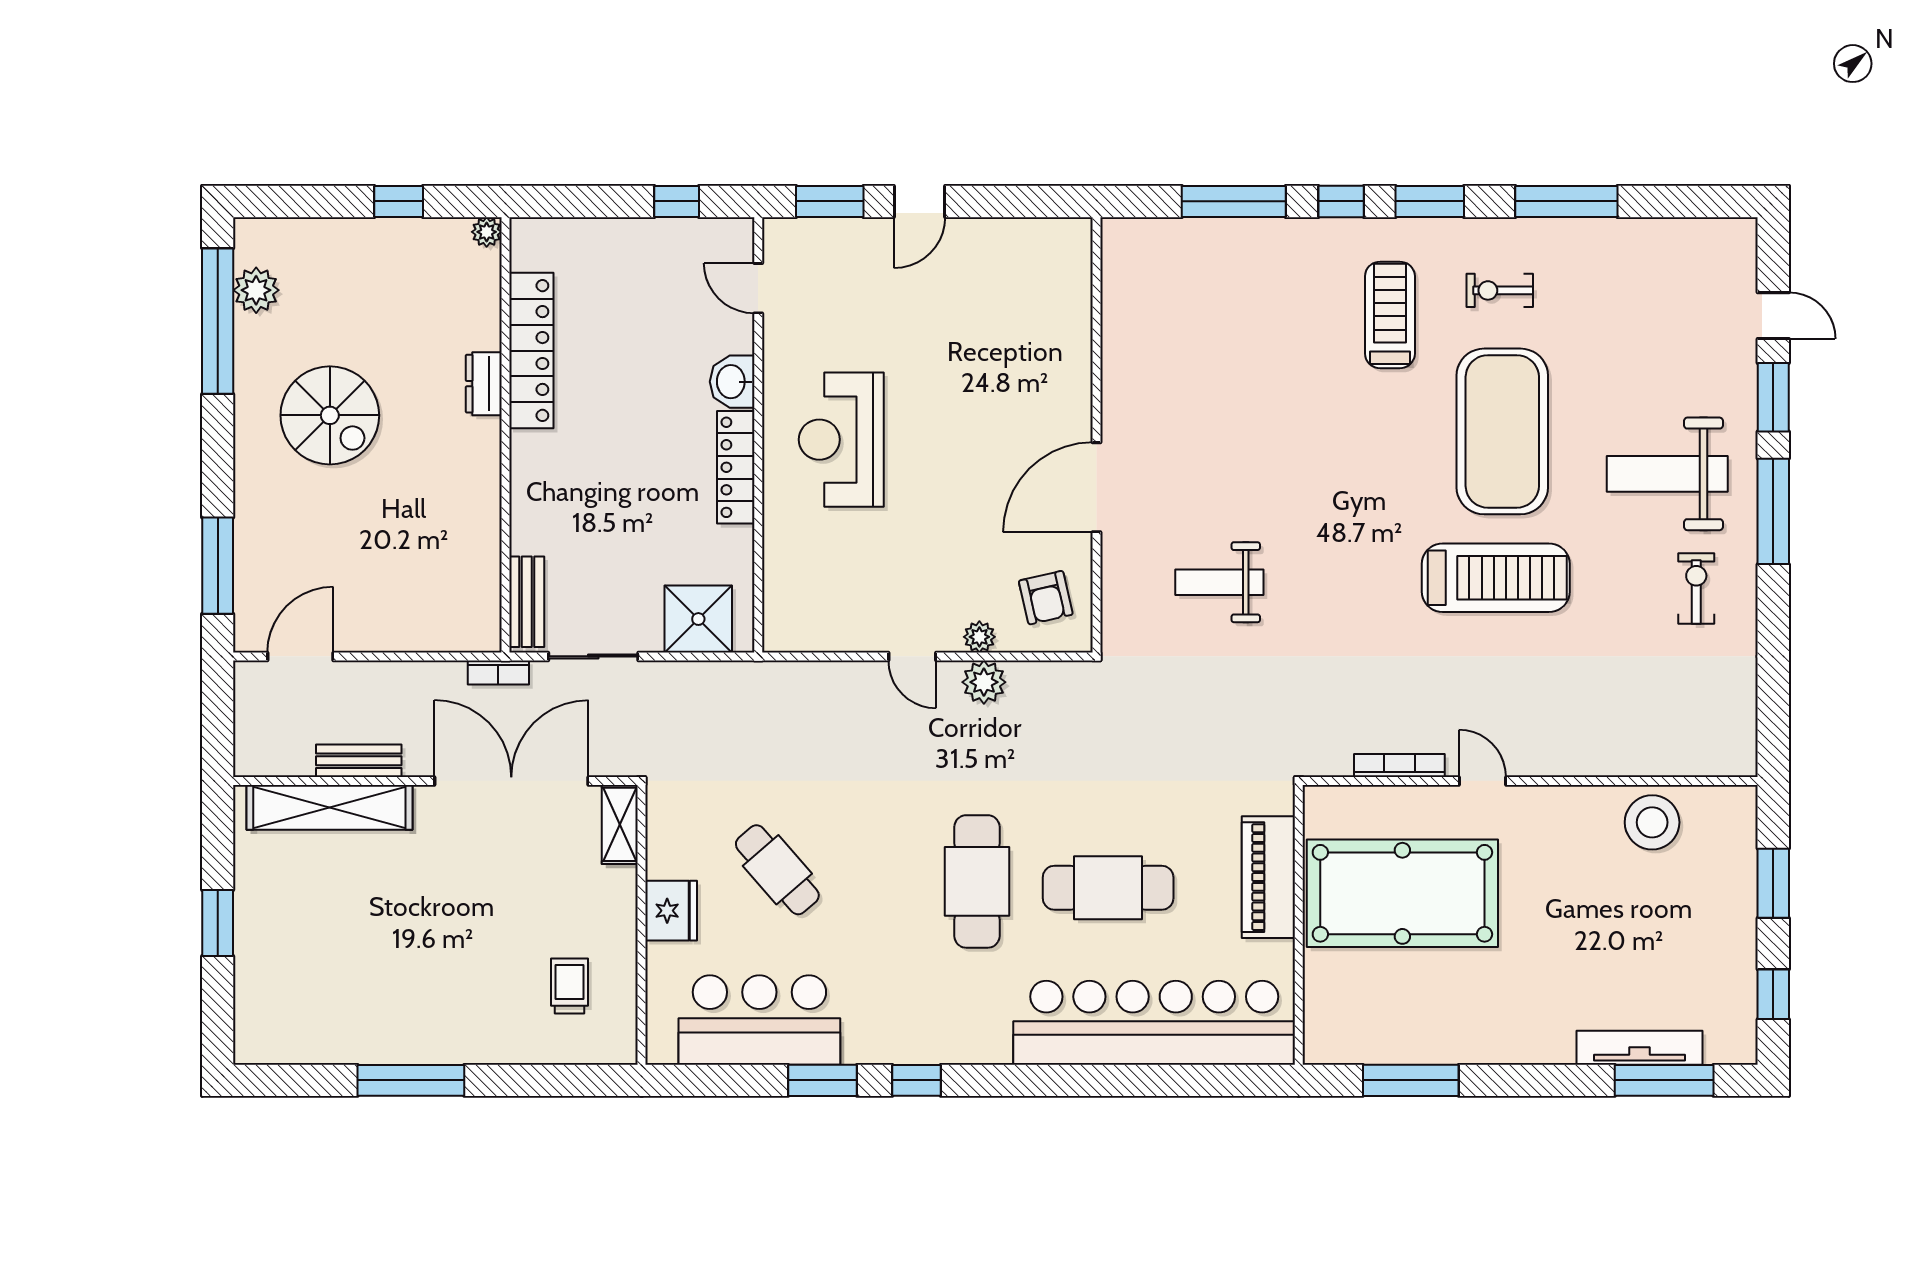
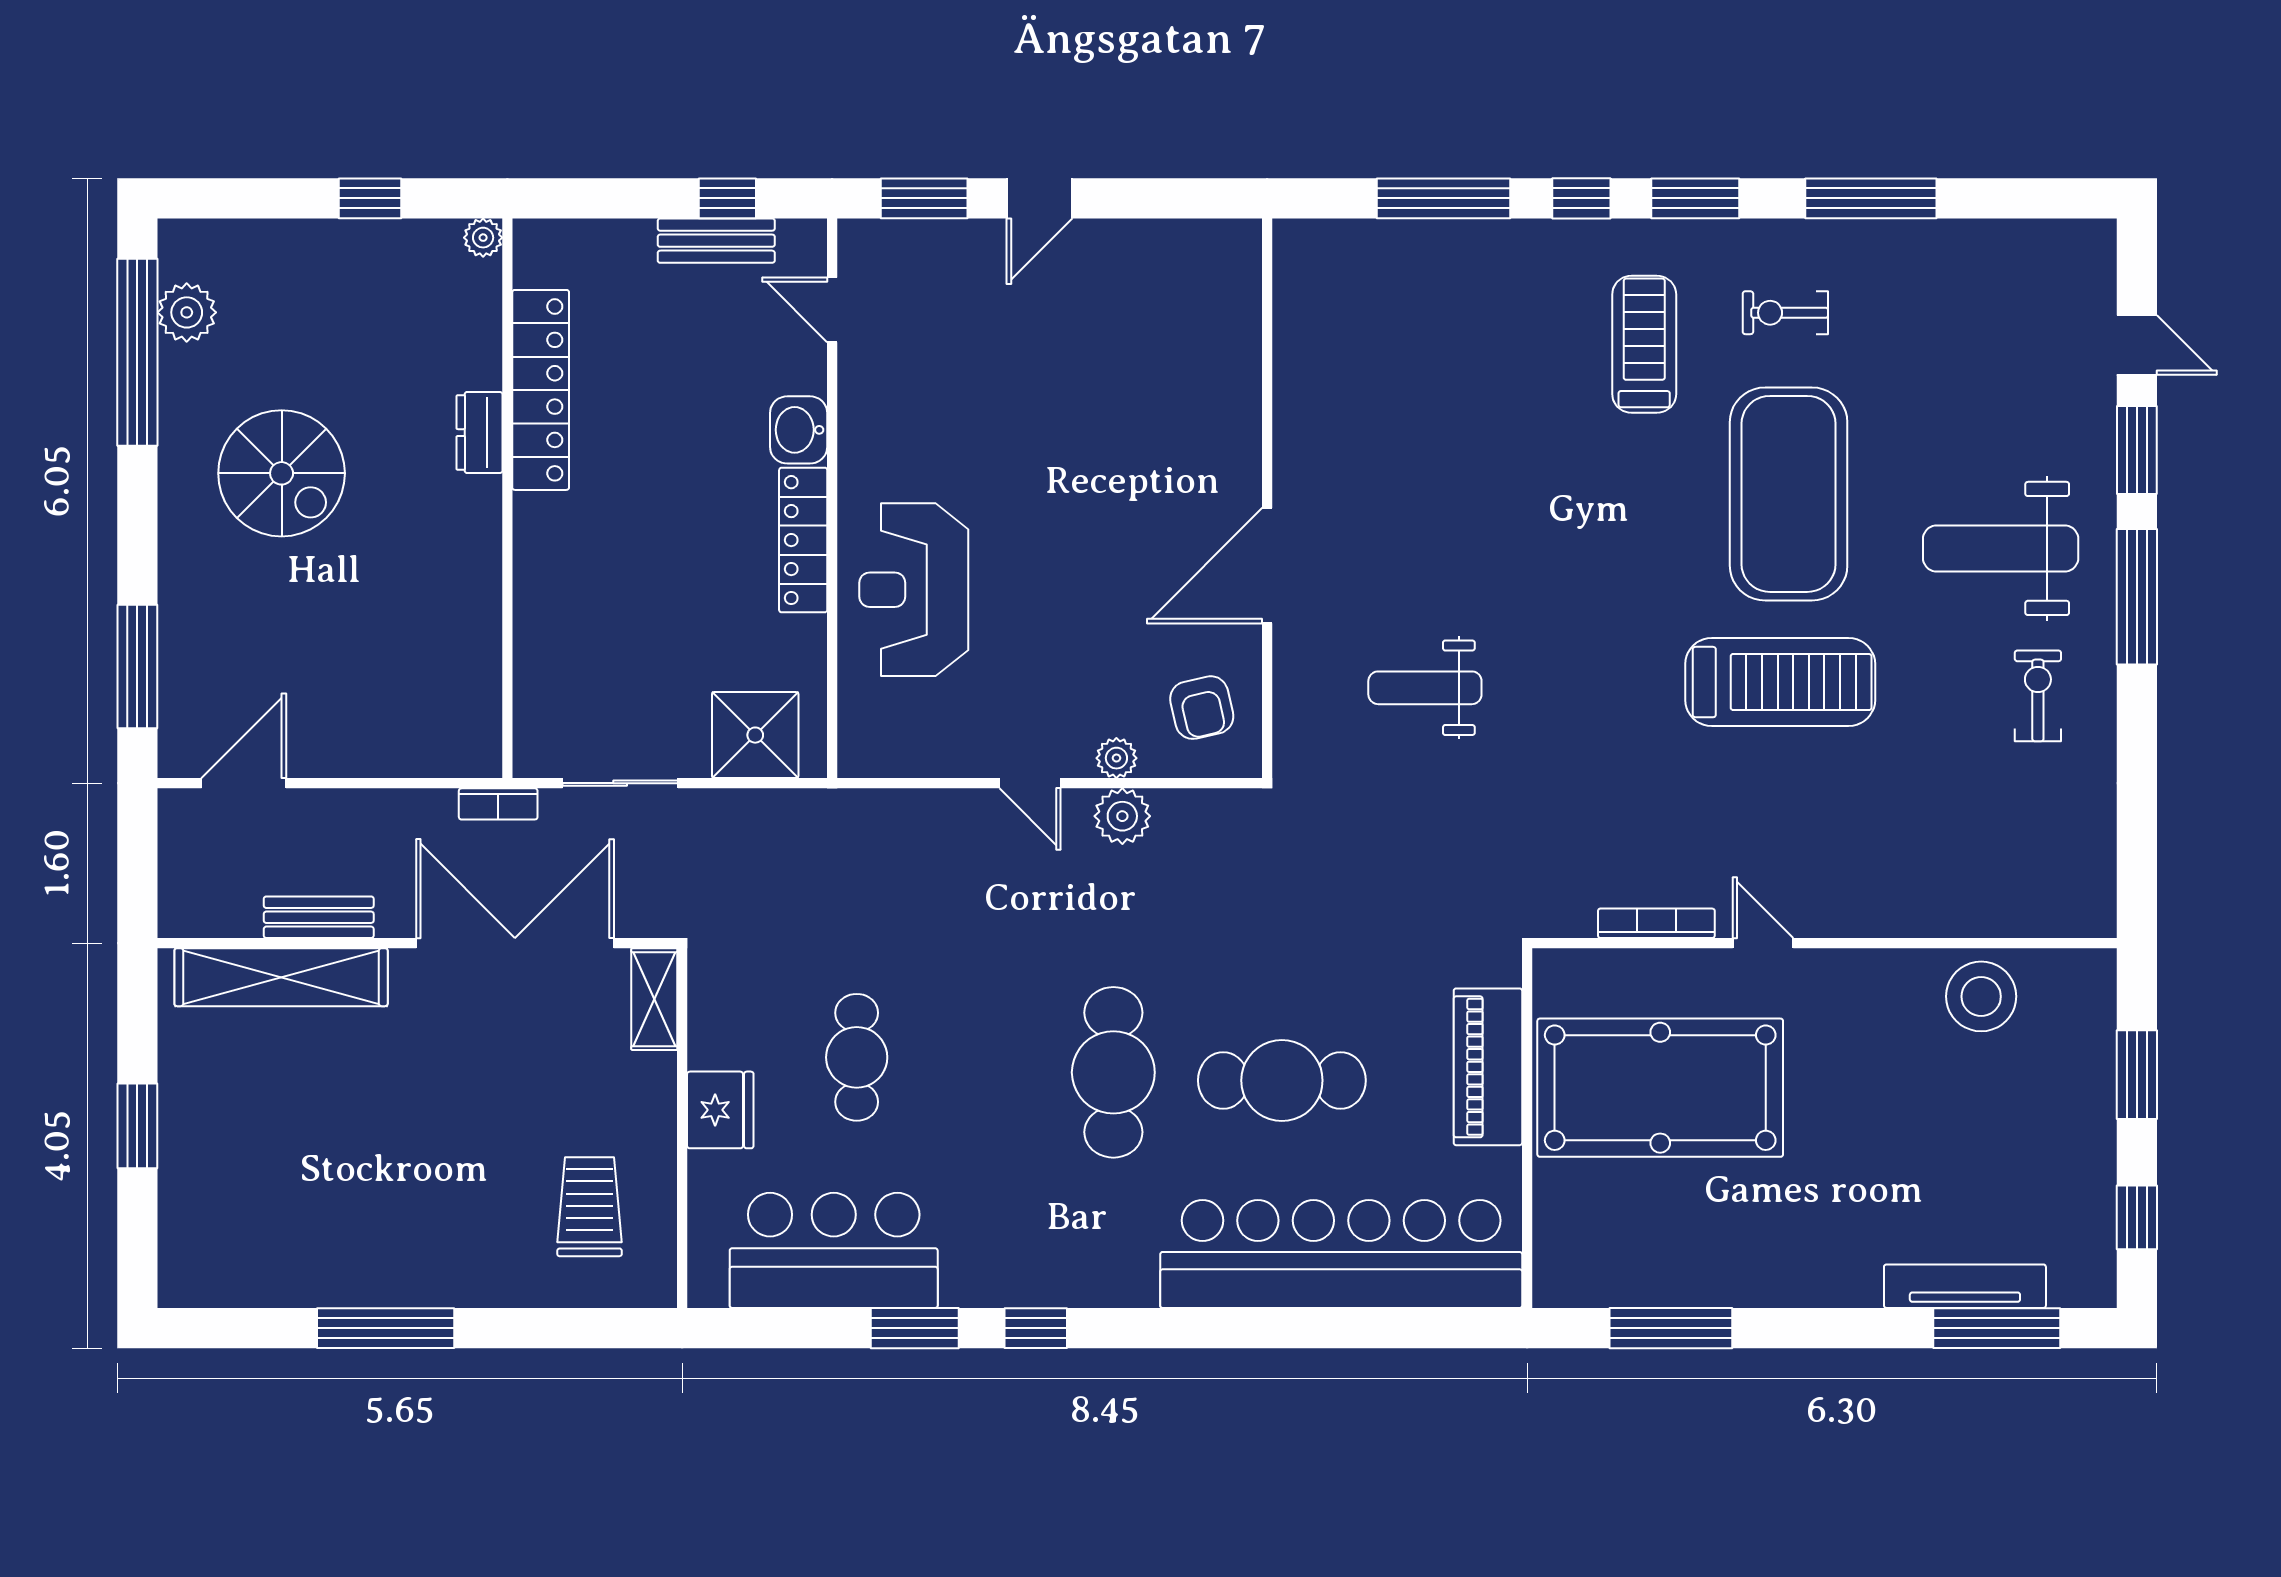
reception desk: (841, 440) -> (914, 590), moved
bench: (527, 602) -> (716, 241), moved, turned 90
cafe table: (777, 870) -> (857, 1057), turned 41
trolley: (569, 986) -> (590, 1207), width x1.36, depth x1.39

